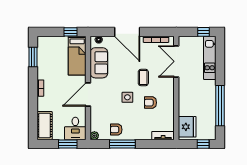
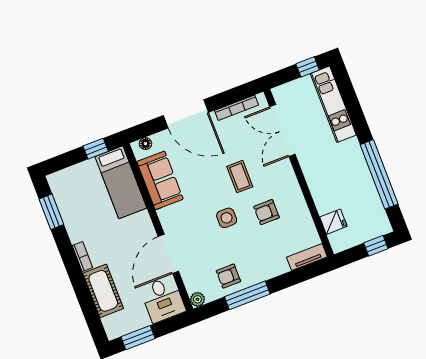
door: (88, 94) -> (168, 254), moved
cot: (45, 125) -> (103, 291), moved
fridge: (187, 127) -> (333, 222), width x0.53, depth x0.75
window: (68, 144) -> (138, 338), moved

